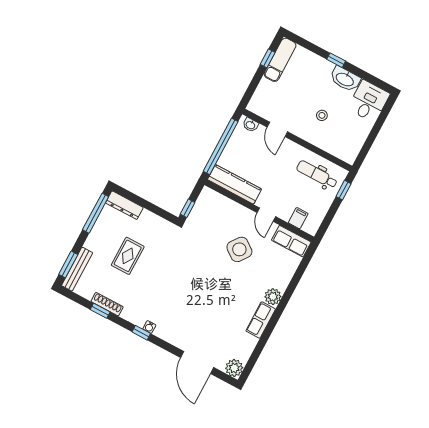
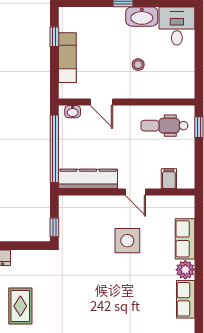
exam couch: (280, 60) -> (67, 58), moved
row of seats: (291, 241) -> (185, 239), moved, turned 90
side table: (239, 249) -> (127, 241), turned -37

